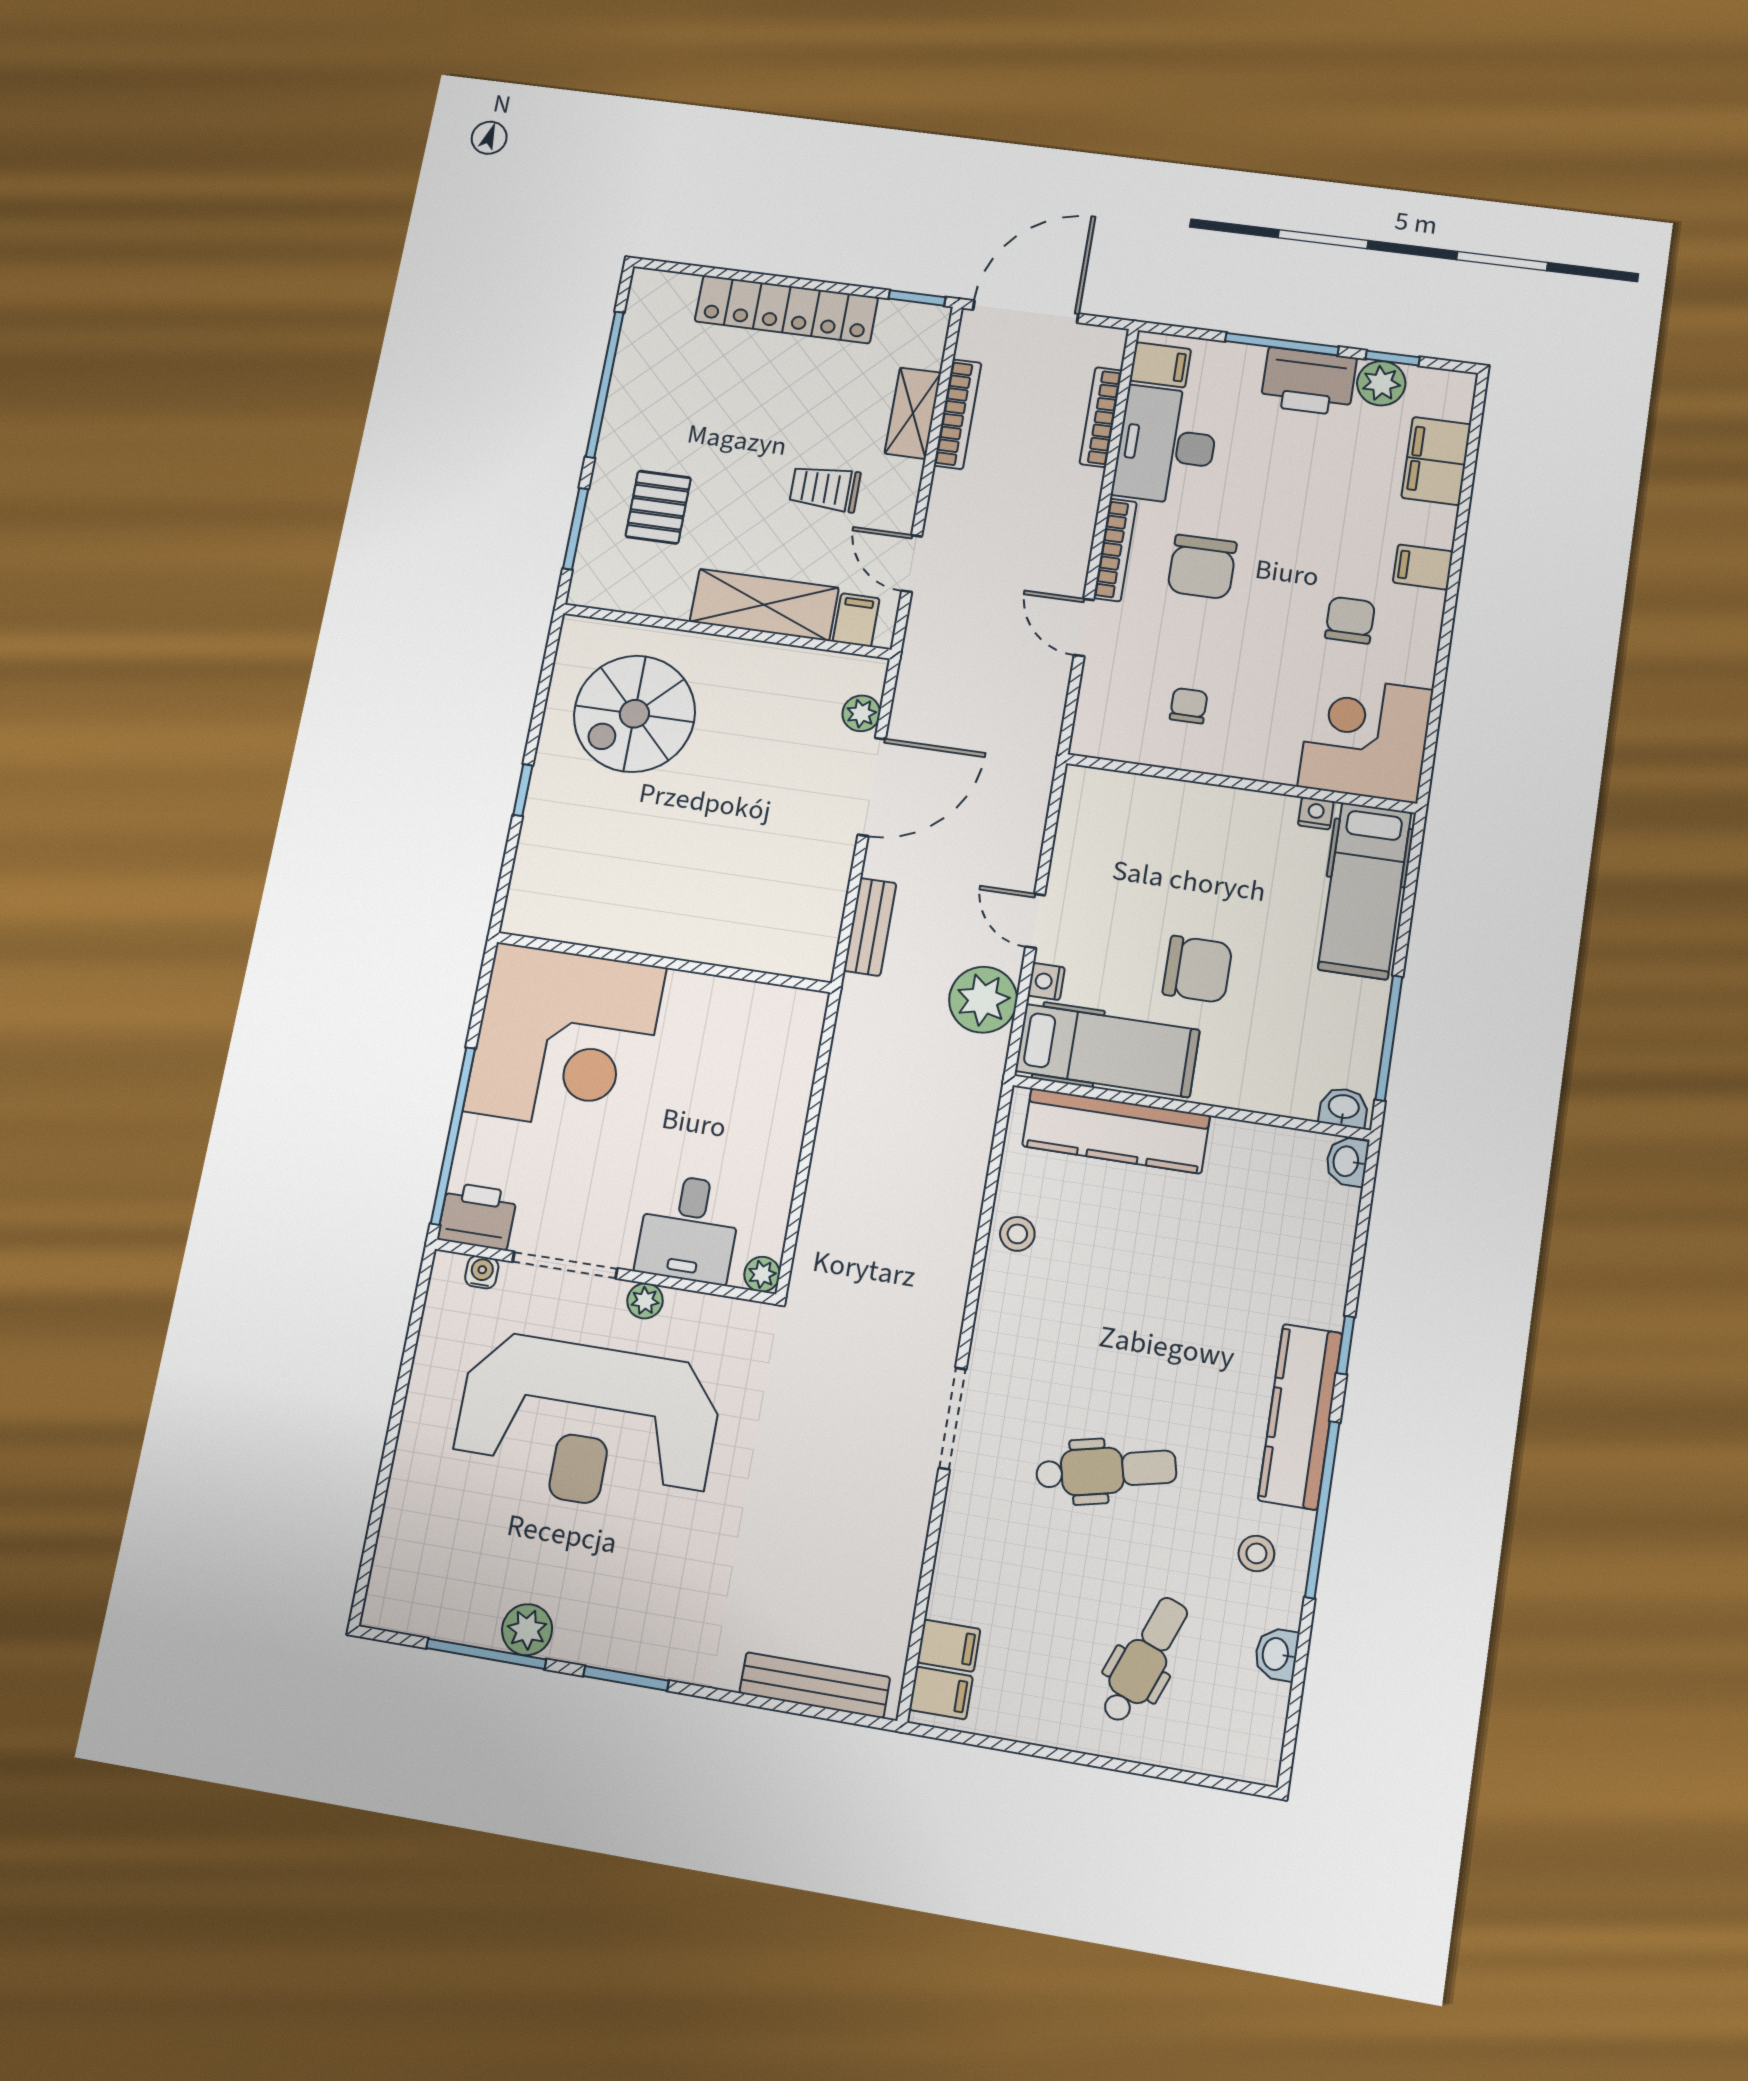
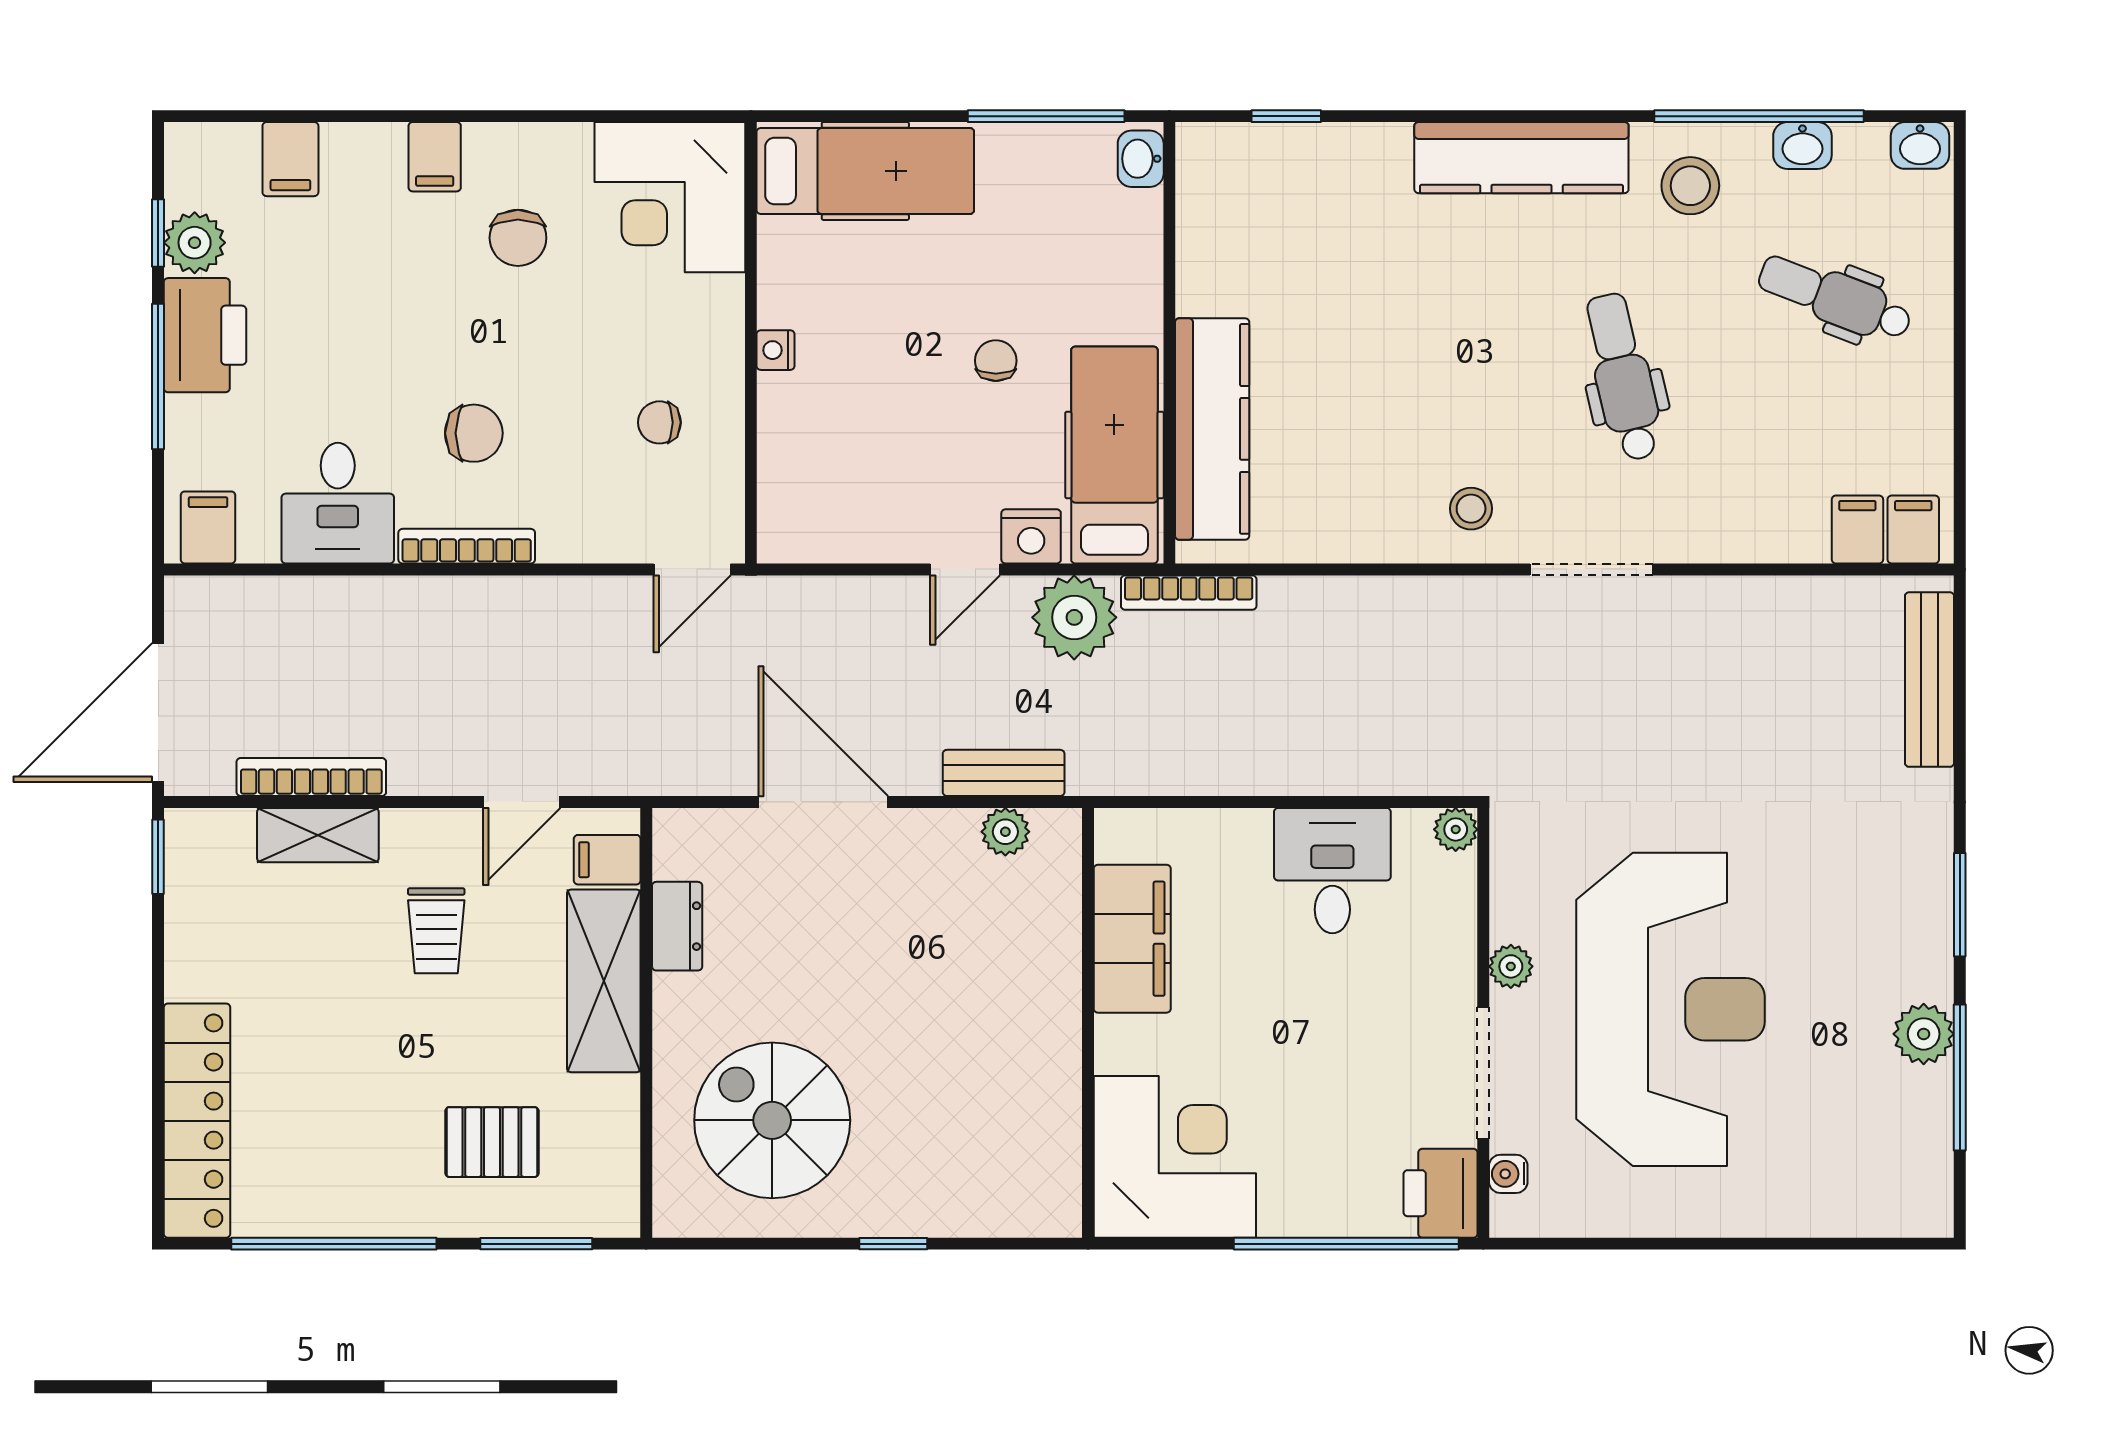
locker: (786, 309) -> (197, 1121), moved
door: (1026, 312) -> (158, 712), hinge flipped
bookcase: (1101, 417) -> (1189, 593), moved
desk: (1166, 445) -> (338, 503), width x0.73
filing cabinet: (1436, 461) -> (290, 159), width x0.50
chair: (1202, 567) -> (474, 433), width x0.73, depth x0.73
chair: (1350, 620) -> (518, 238), turned -90
door: (1084, 628) -> (692, 569), moved
dresser: (796, 664) -> (677, 926), added
plant: (861, 713) -> (1005, 832), moved
spiral stairs: (634, 714) -> (772, 1120), turned 180
nightstand: (1316, 813) -> (776, 350), moved
chair: (1198, 969) -> (996, 361), width x0.54, depth x0.54
nightstand: (1046, 981) -> (1031, 536), width x1.39, depth x1.35
filing cabinet: (722, 1006) -> (1132, 939), added
corner desk: (565, 1039) -> (1175, 1157), width x0.74, depth x0.74
washbasin: (1347, 1161) -> (1920, 145), moved
desk: (689, 1229) -> (1332, 871), moved, turned -90
stool: (1017, 1234) -> (1471, 509), moved
window: (1346, 1345) -> (1286, 116), moved
window: (1322, 1509) -> (1759, 116), moved
stool: (1256, 1553) -> (1690, 186), width x1.37, depth x1.37

